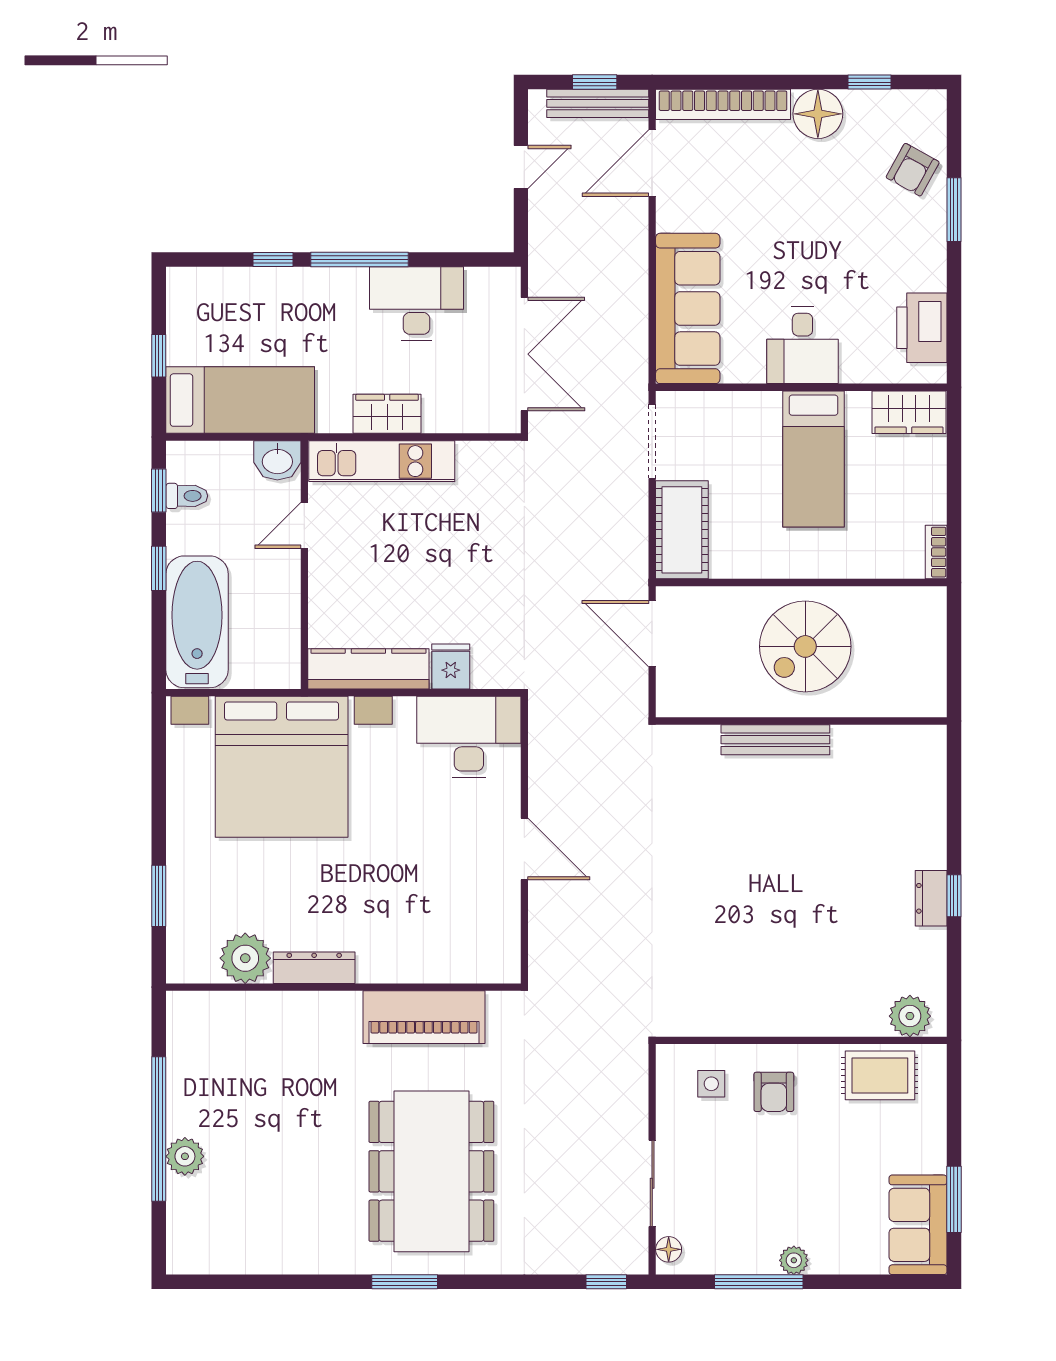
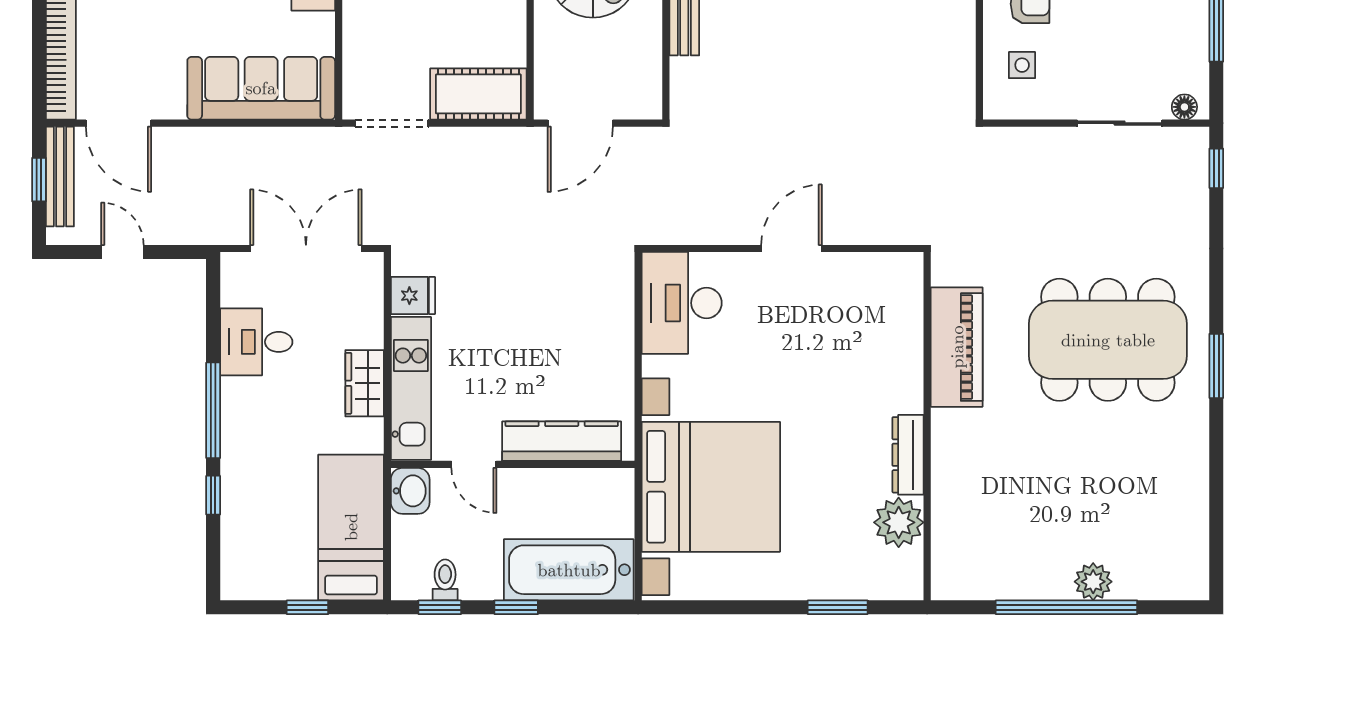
desk: (416, 303) -> (256, 342), width x0.73
fridge: (451, 666) -> (413, 296), moved, turned 180
kitchen counter: (368, 669) -> (562, 441), moved, turned 90

